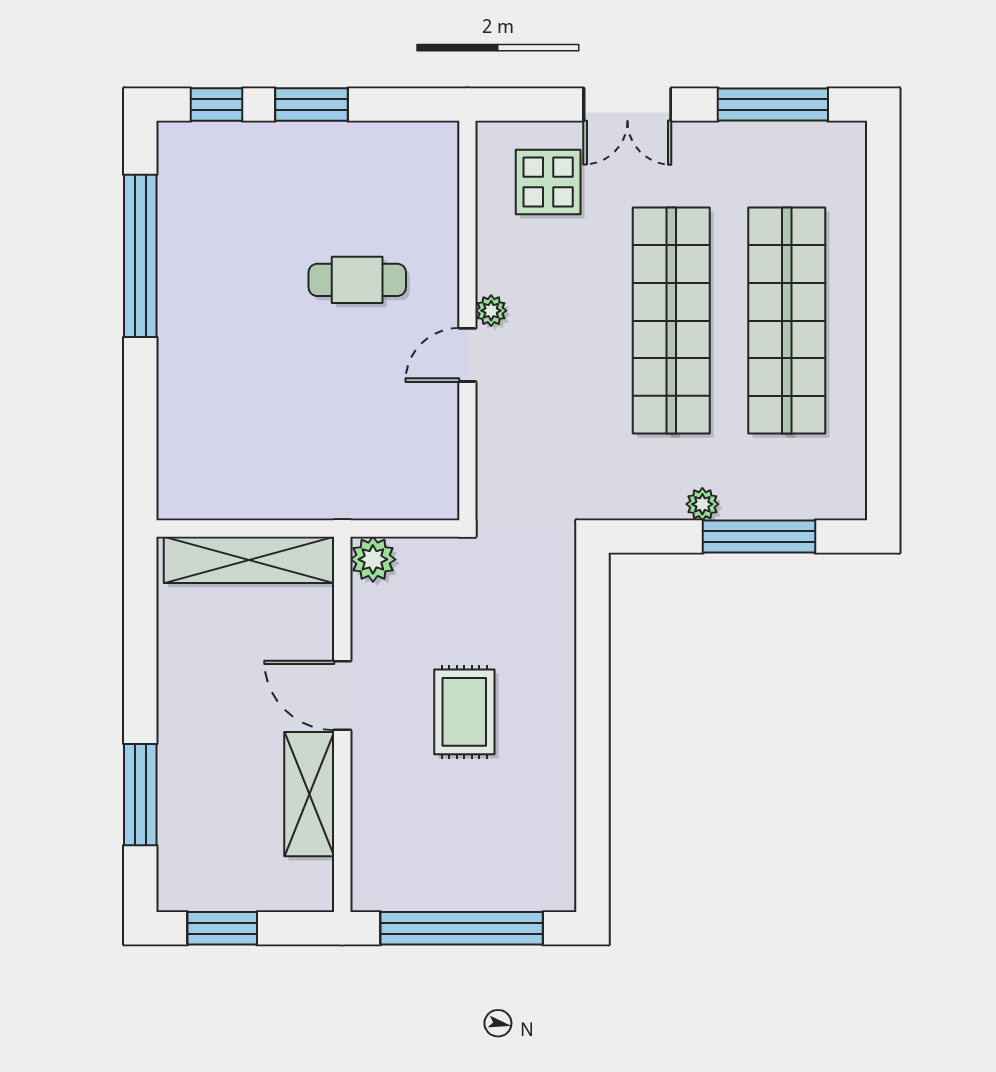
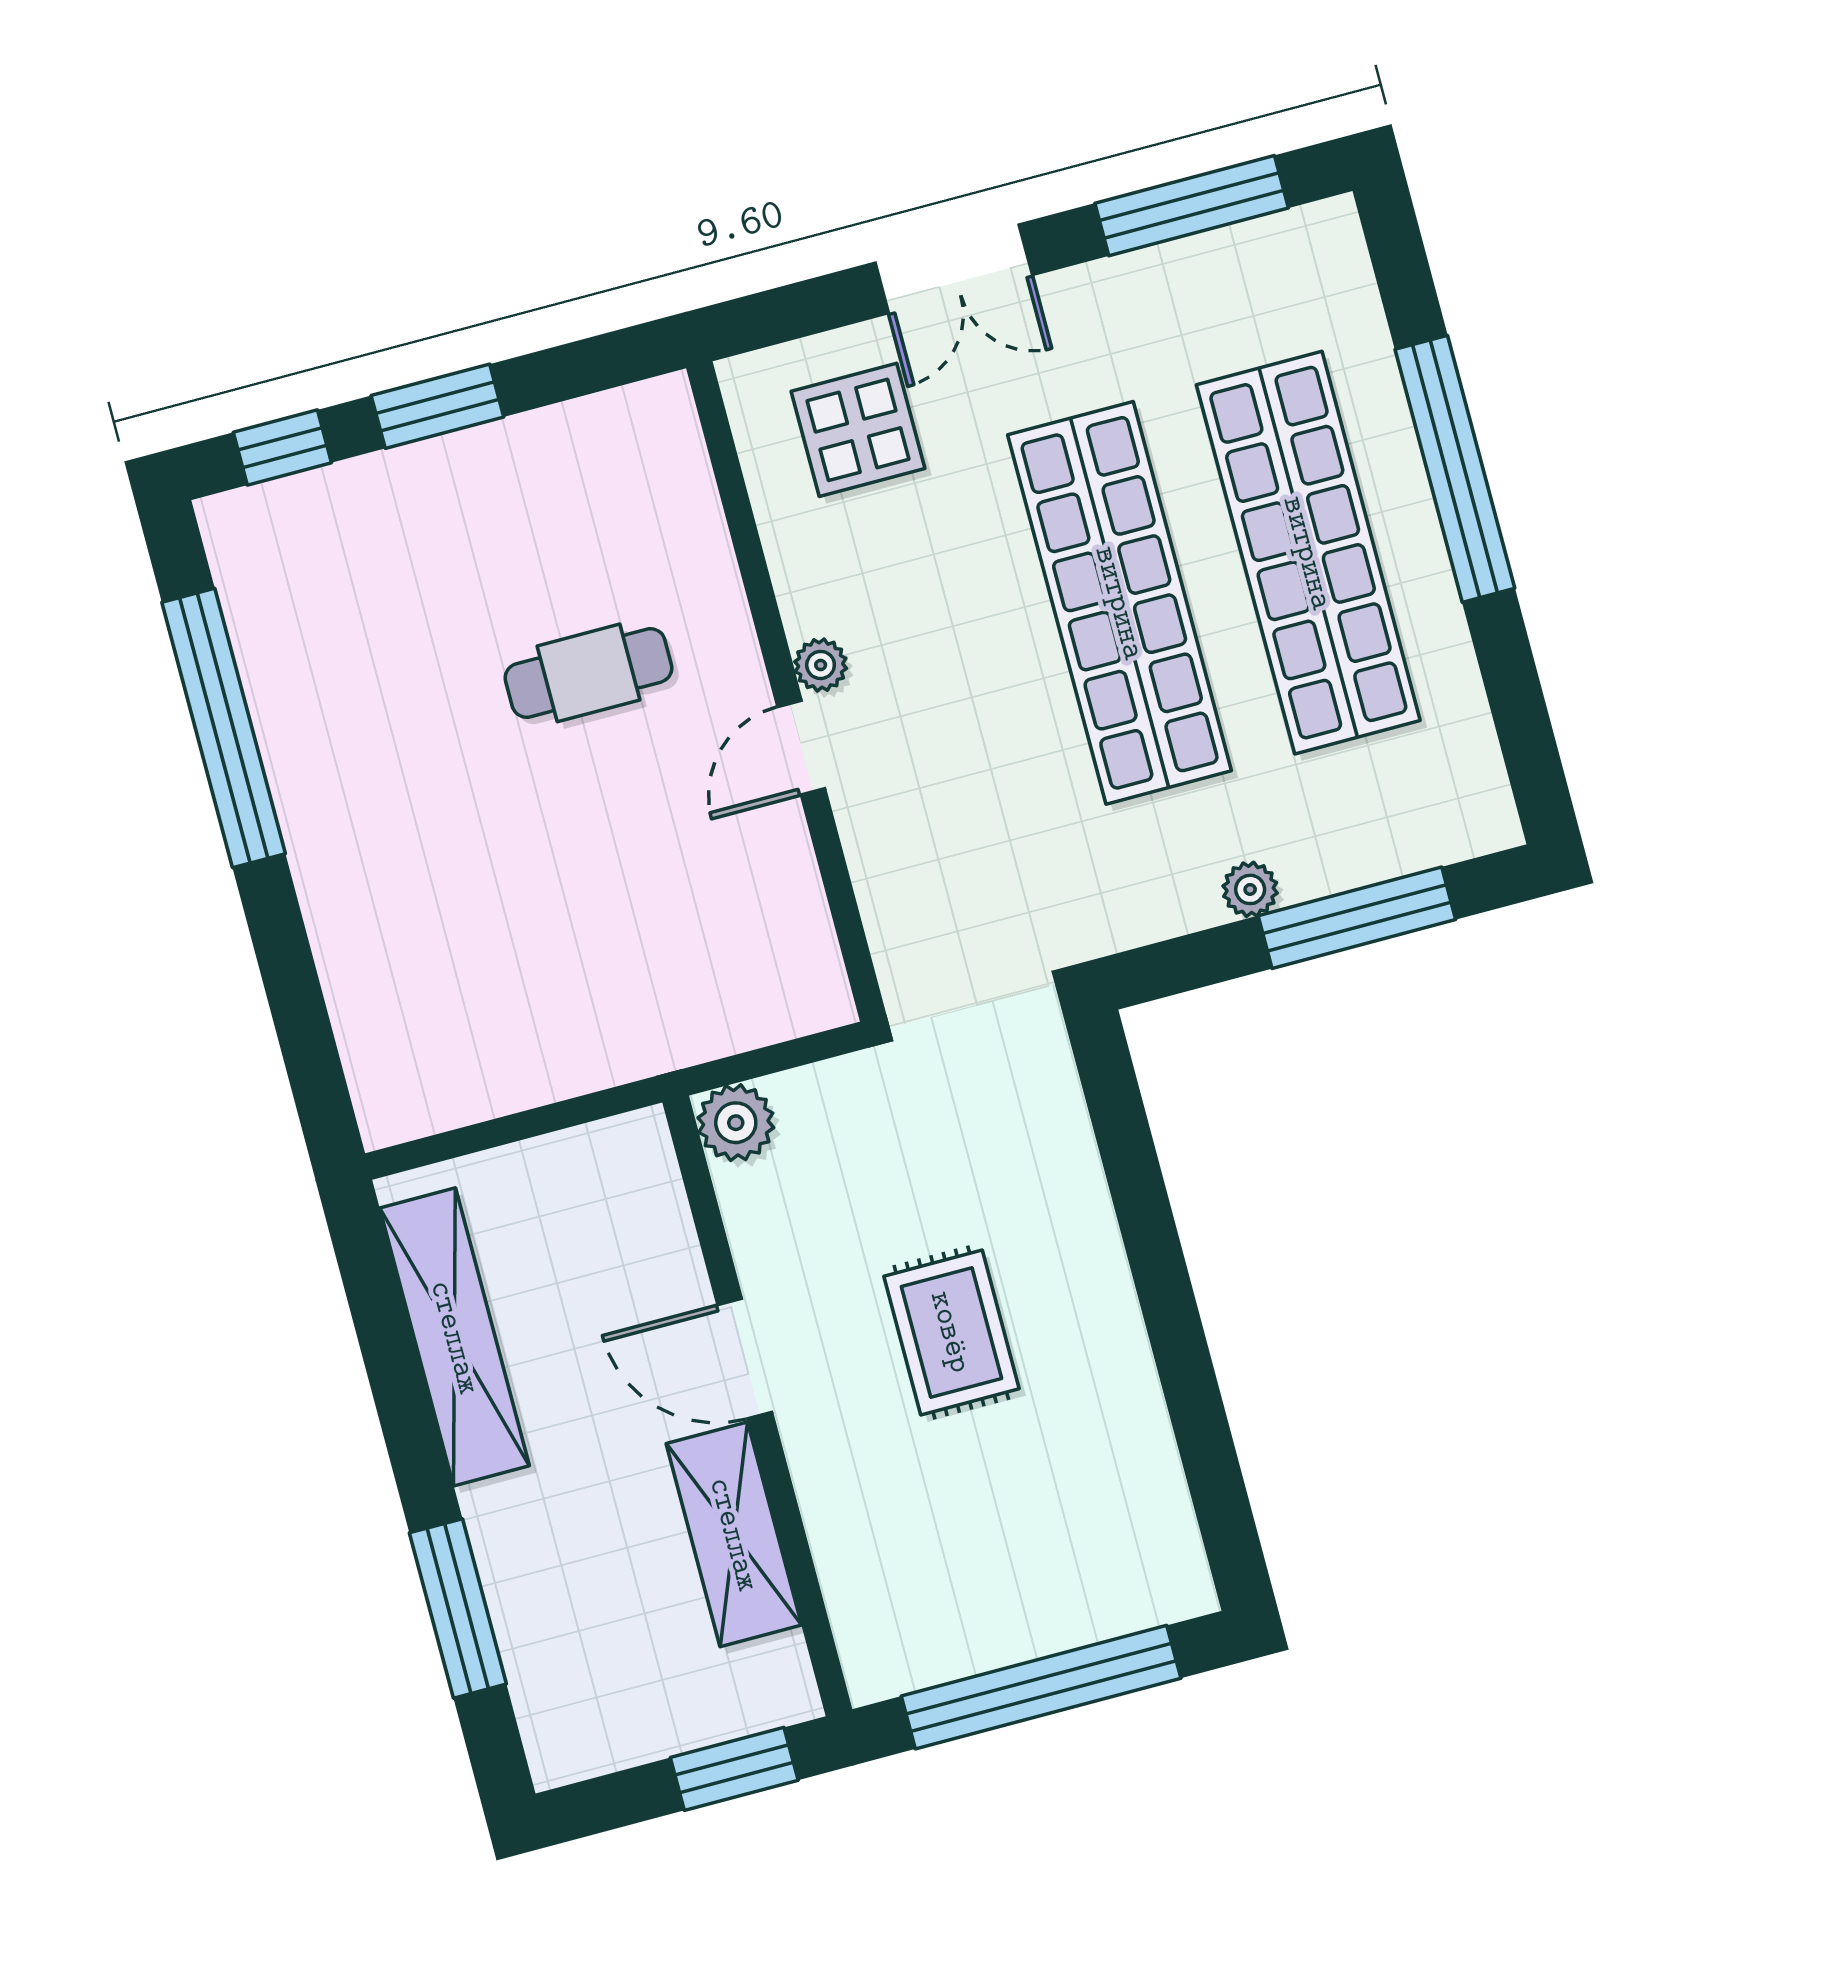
window: (883, 295) -> (1455, 469), added
shelving: (249, 560) -> (455, 1337), moved, turned 90
window: (222, 928) -> (734, 1769), moved

